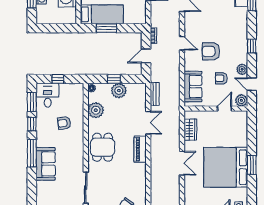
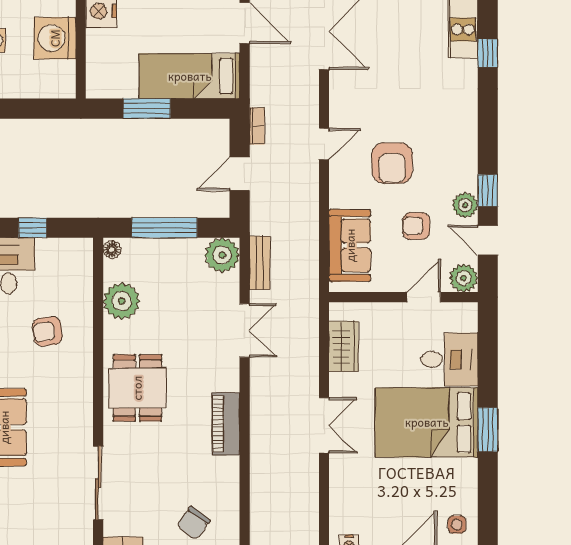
bed: (102, 14) -> (190, 76), moved, turned 180
door: (182, 43) -> (324, 144), hinge flipped
window: (252, 46) -> (488, 191), moved
armchair: (211, 51) -> (392, 163), turned -90
window: (114, 79) -> (164, 228), width x2.17
plant: (119, 91) -> (222, 255), moved
desk: (235, 135) -> (449, 359), added
piano: (140, 149) -> (226, 424), moved
bed: (226, 167) -> (427, 422), width x0.73

